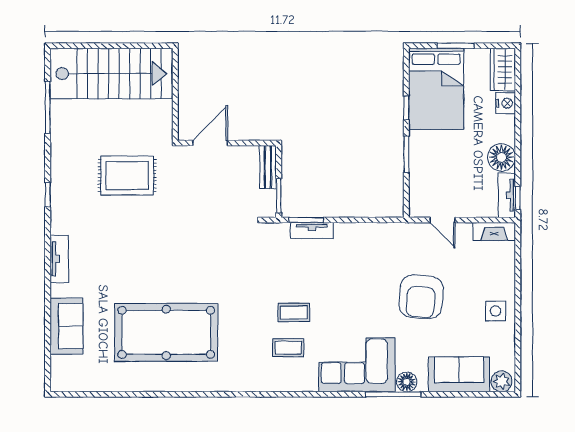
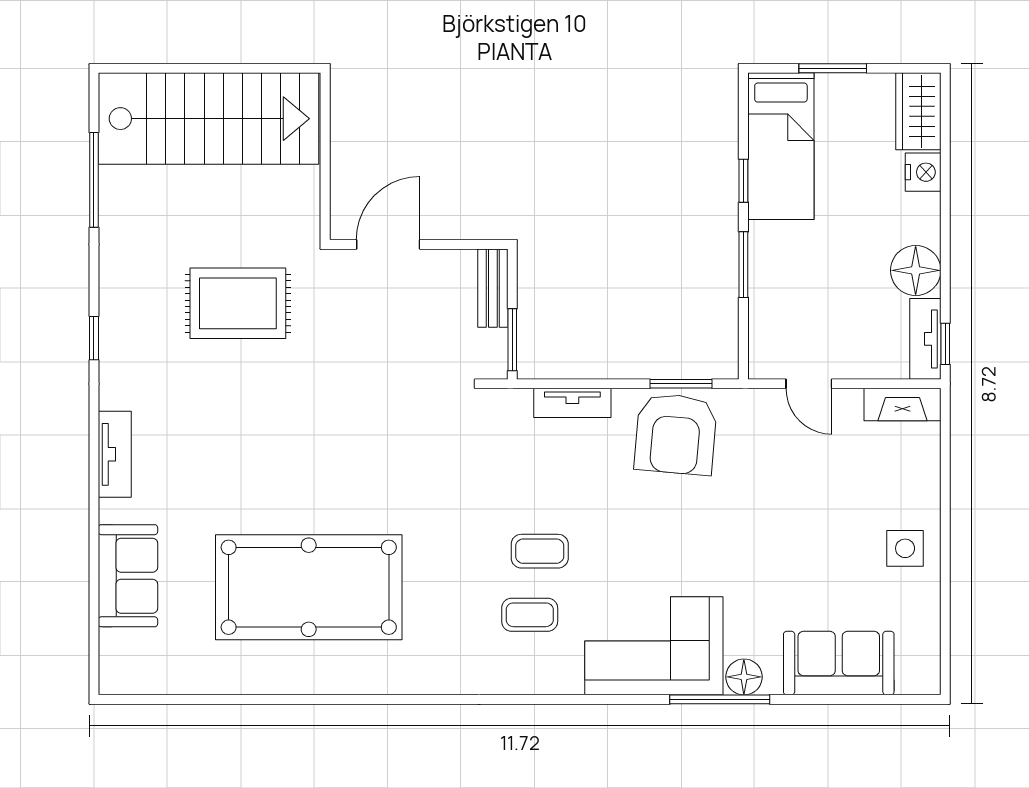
bed: (436, 89) -> (781, 146), width x0.67
window: (306, 220) -> (681, 384), moved
armchair: (421, 297) -> (676, 434), moved
plant: (502, 381) -> (916, 676), removed

